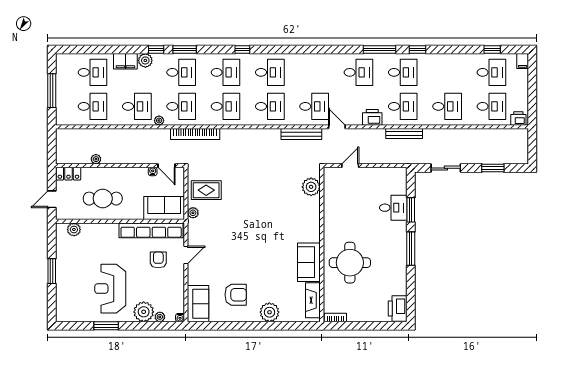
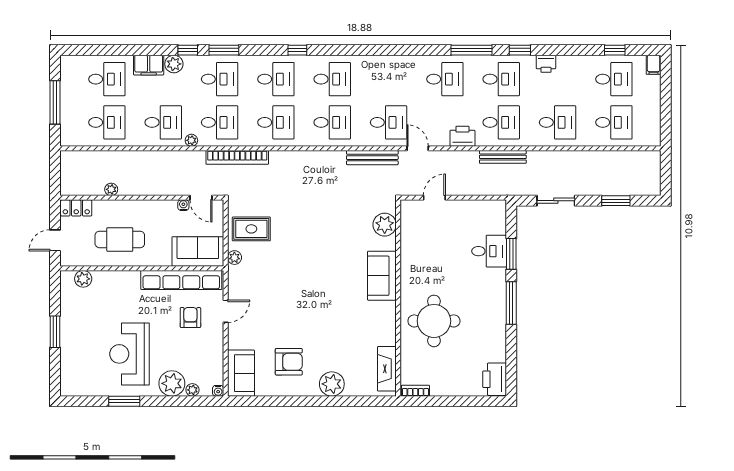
printer: (518, 119) -> (546, 64), moved, turned 180
sofa: (309, 262) -> (382, 276), moved

